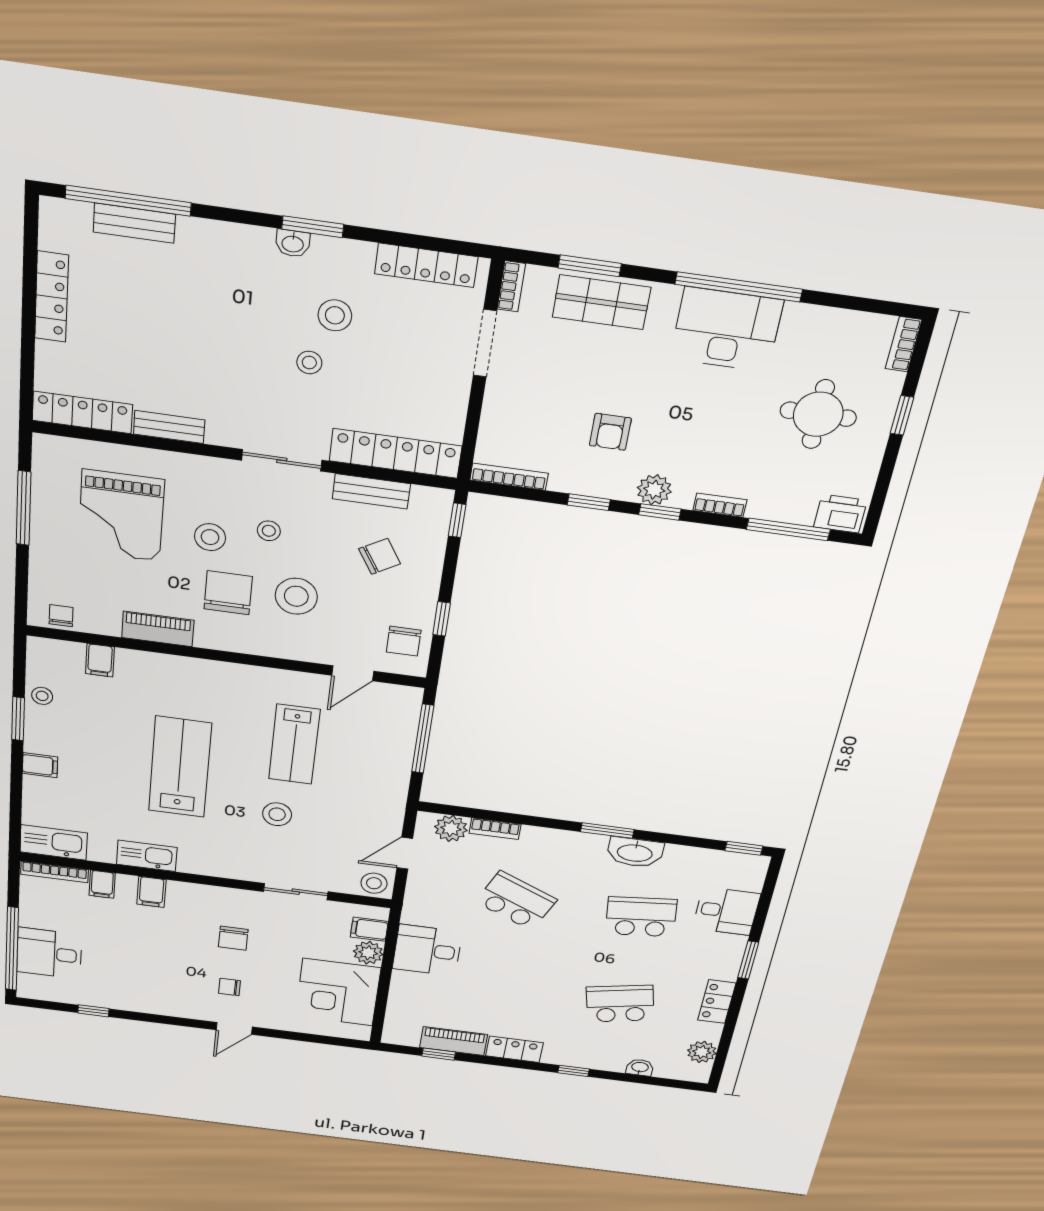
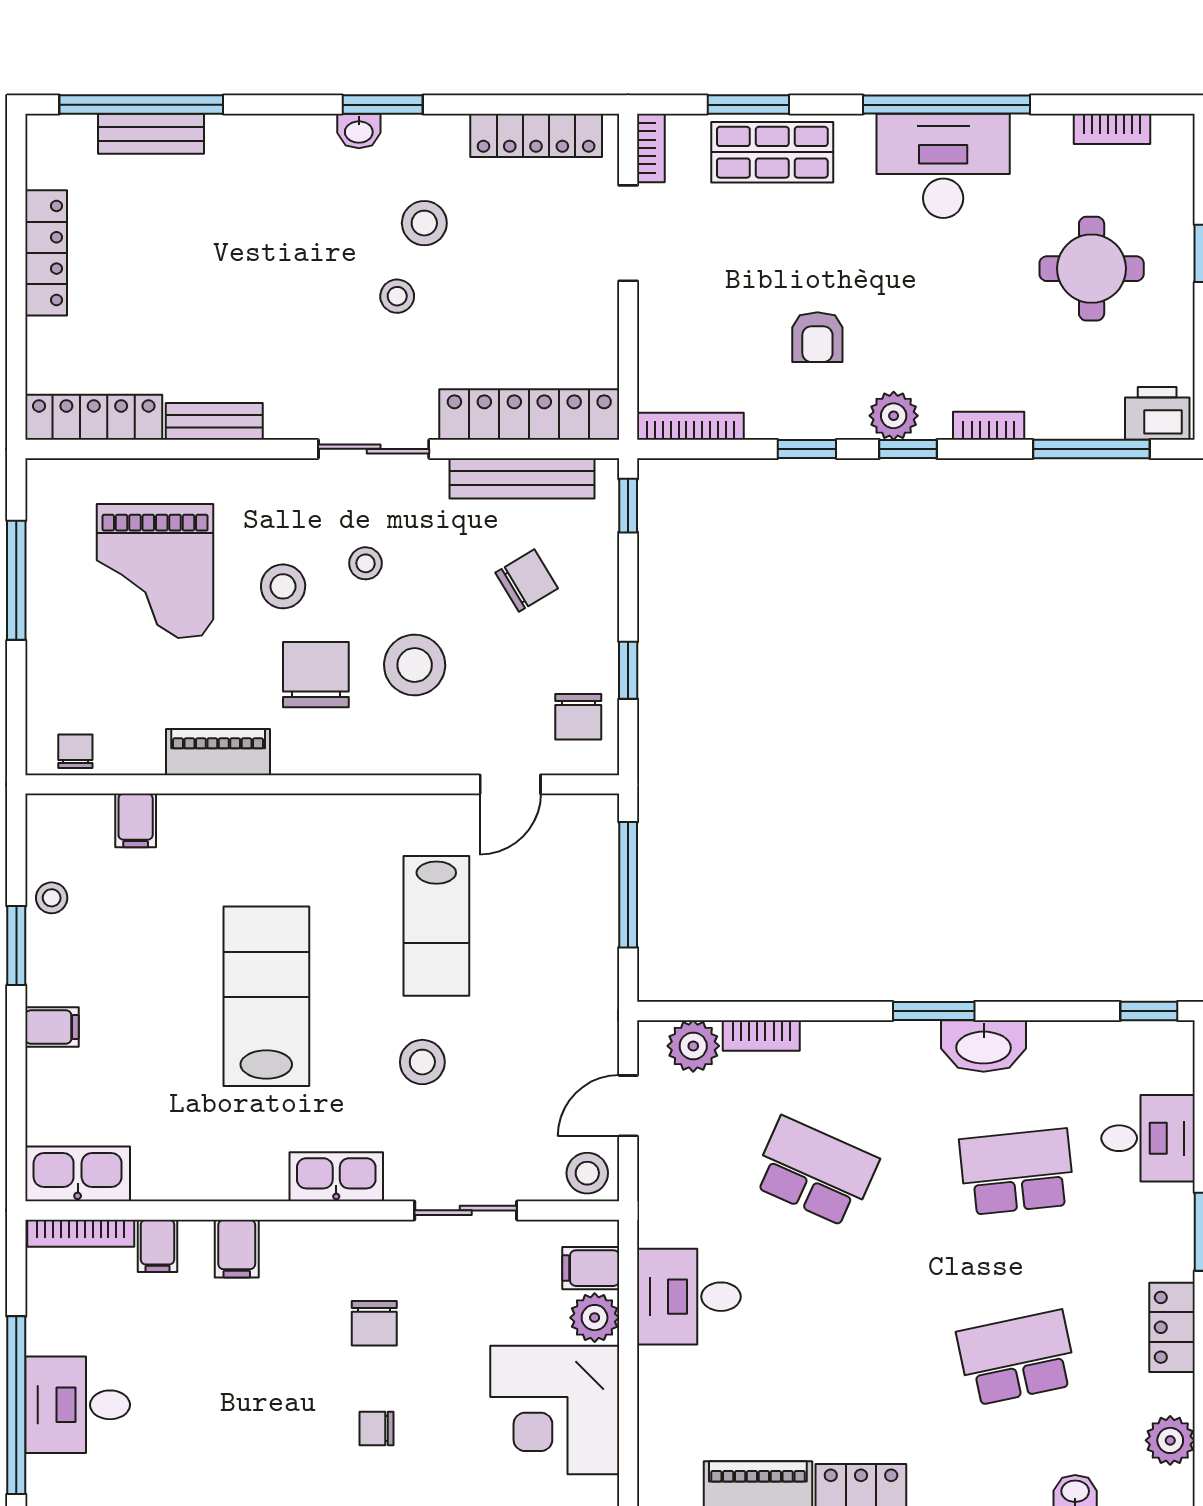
bookcase: (904, 344) -> (1112, 129), moved, turned -90
bench: (371, 491) -> (522, 478), width x1.36
kitchen sink: (147, 856) -> (336, 1177), moved

